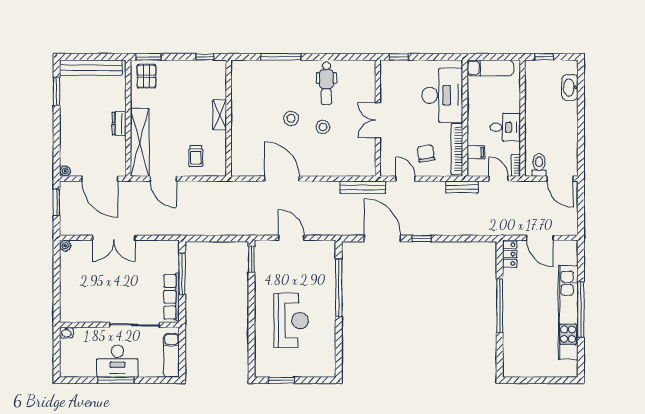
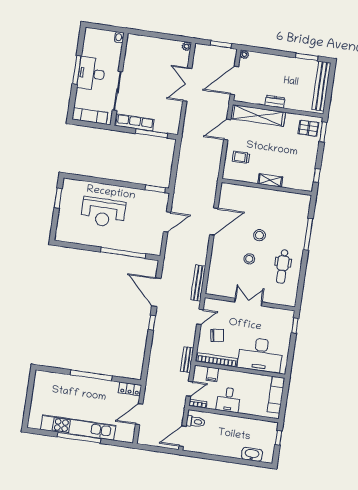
dental chair: (326, 83) -> (283, 266), turned -90
door: (382, 238) -> (156, 292), swing flipped

